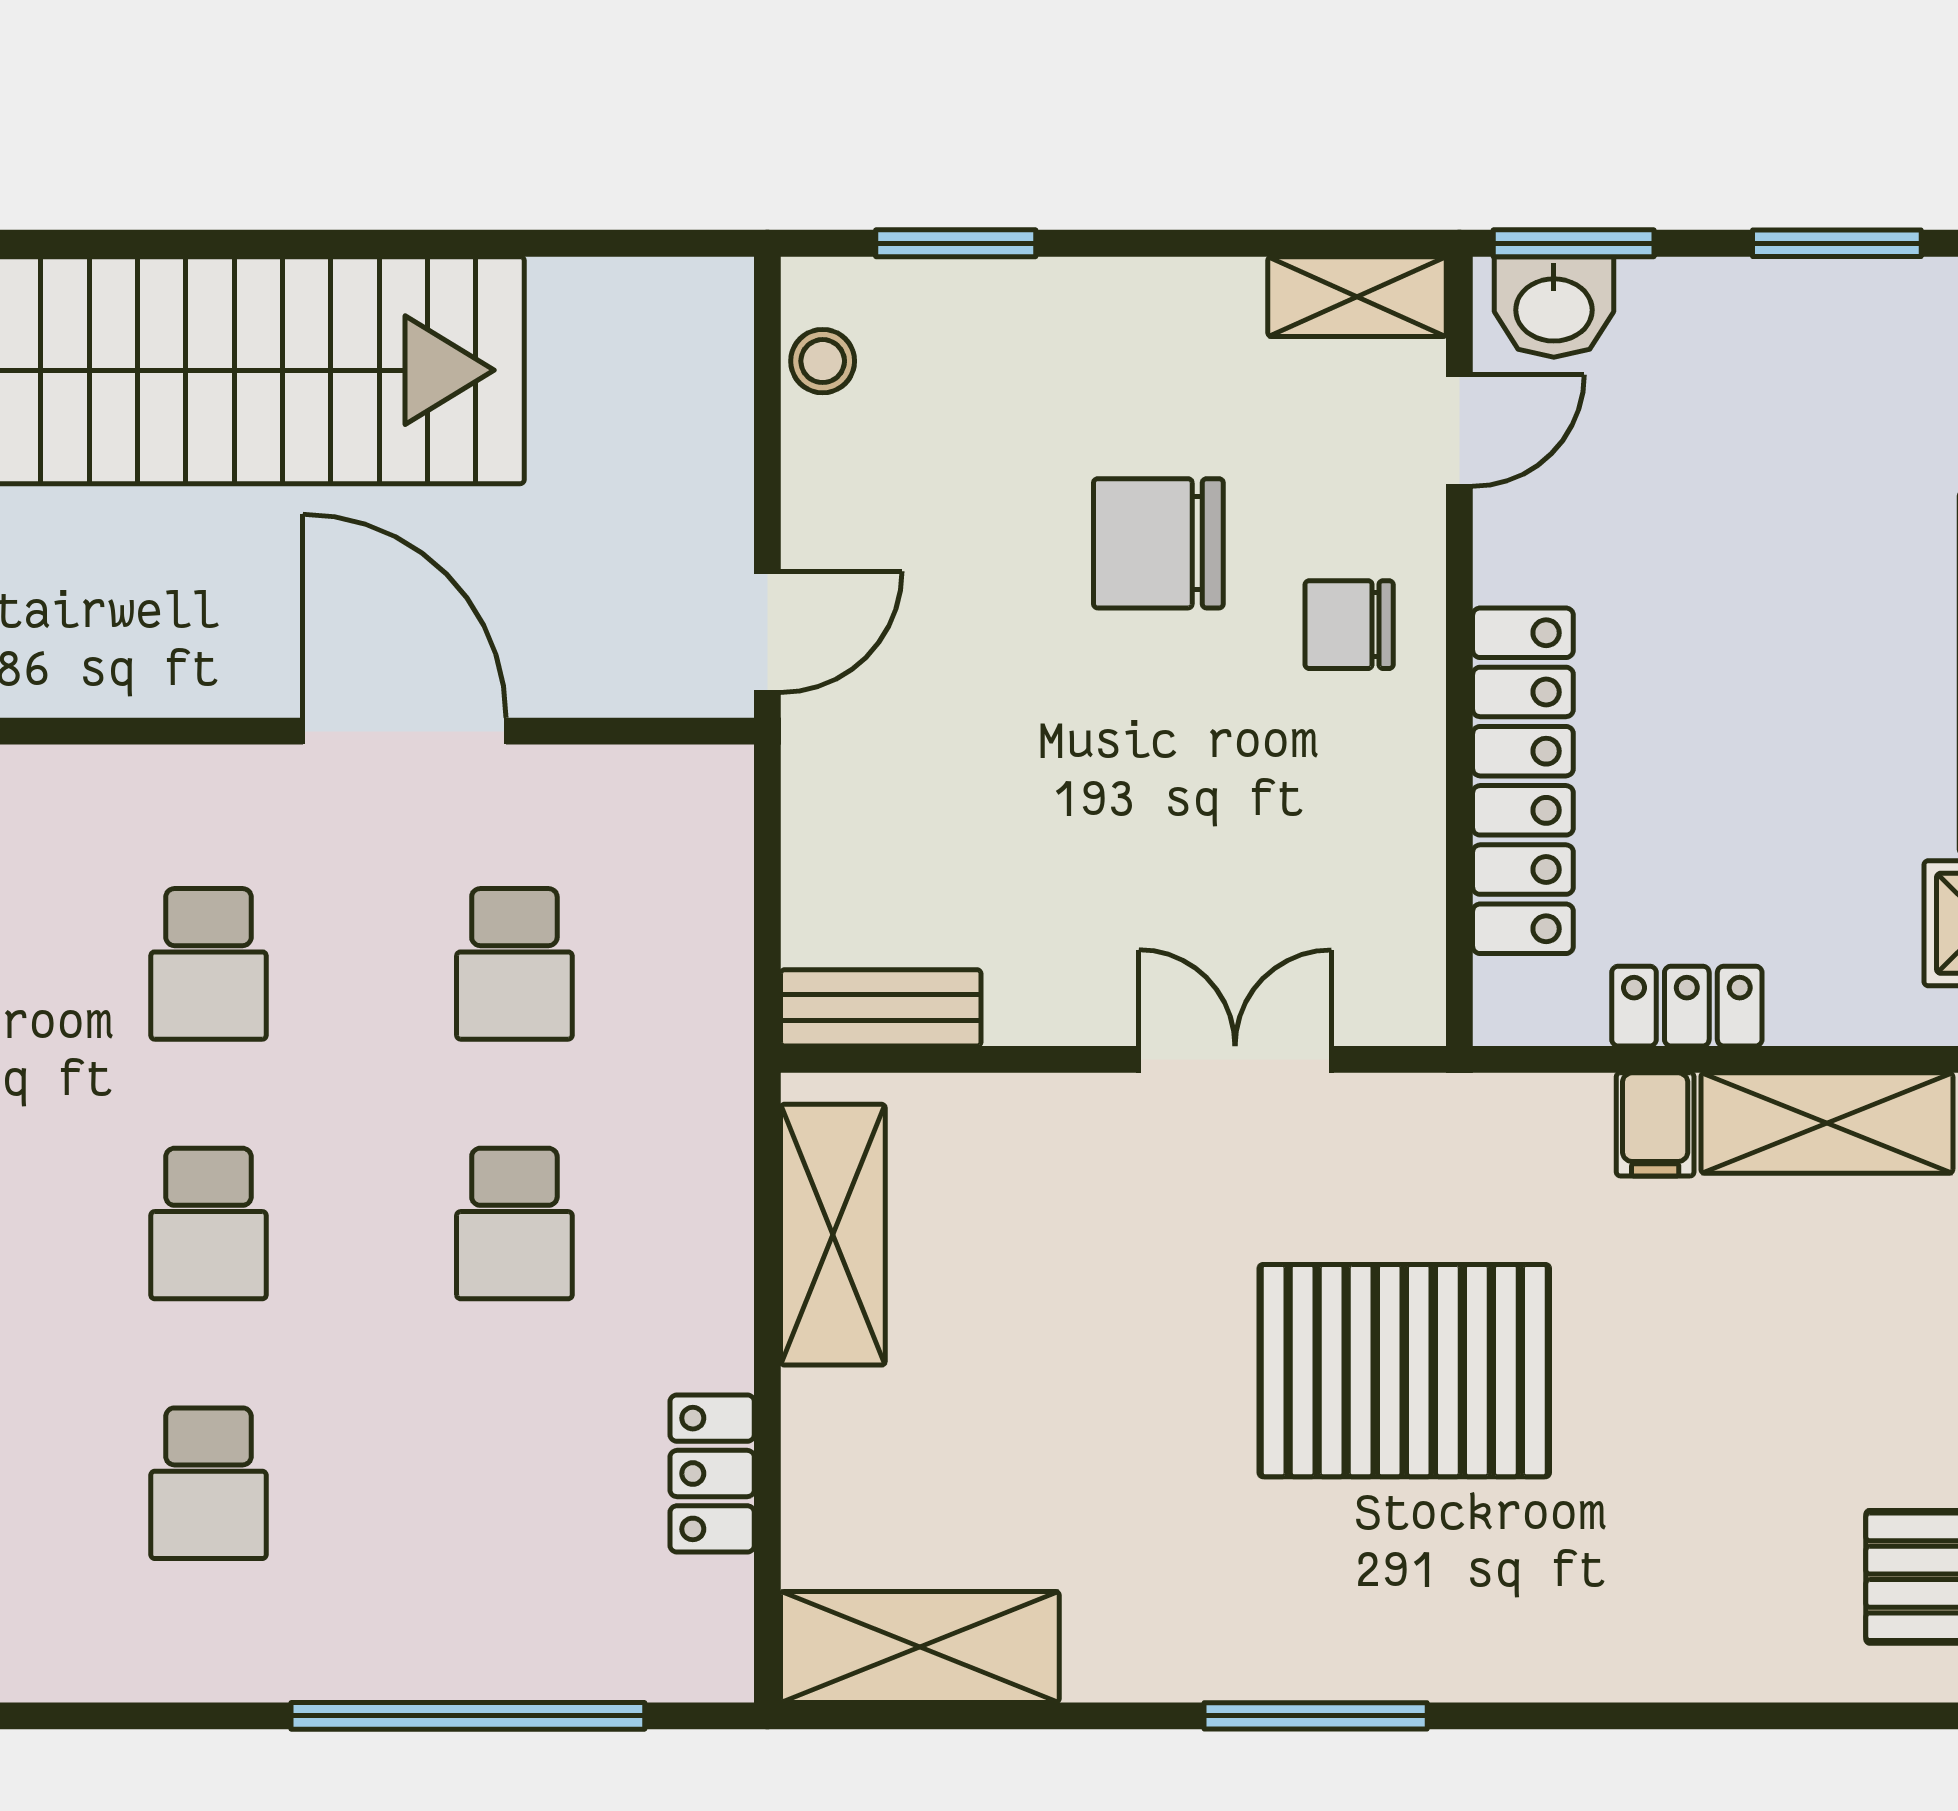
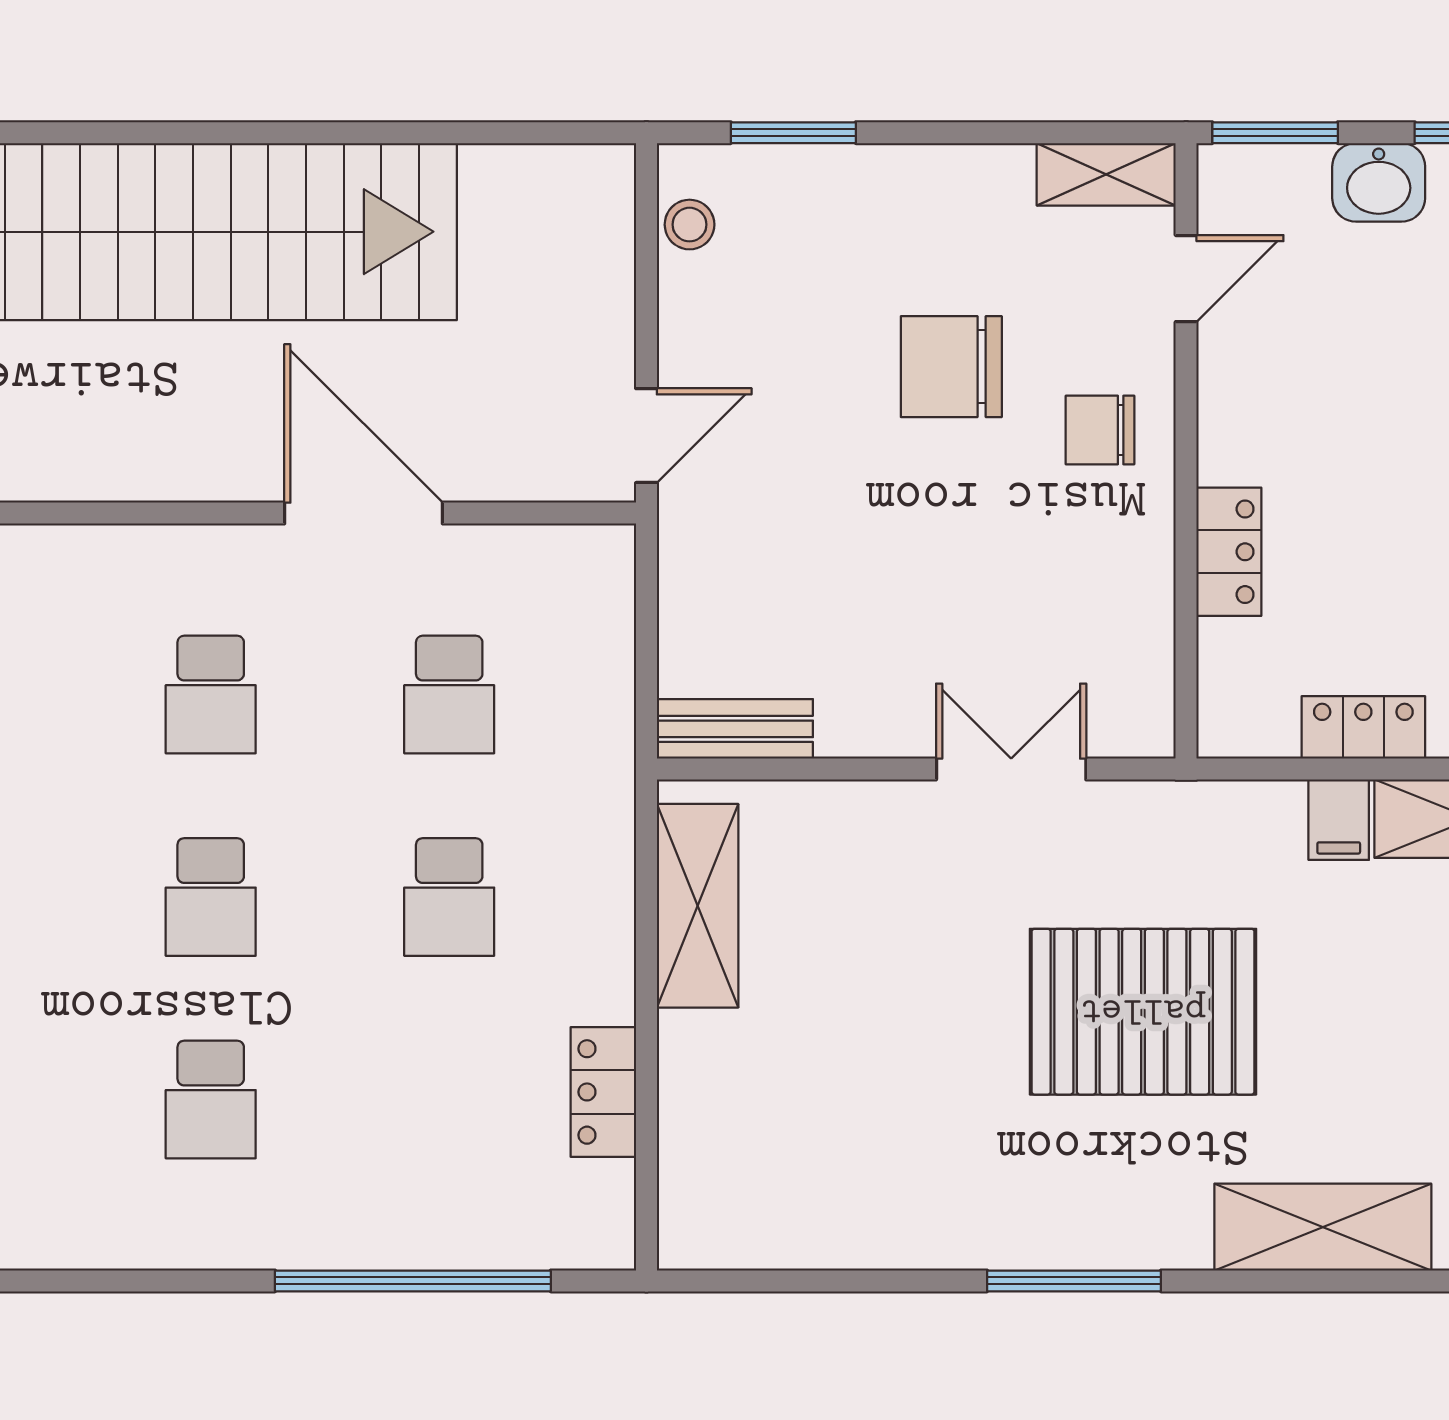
washbasin: (1554, 307) -> (1379, 182), moved
locker: (1523, 781) -> (1229, 552), width x0.46, depth x0.83
shelving: (920, 1647) -> (1323, 1227), moved

